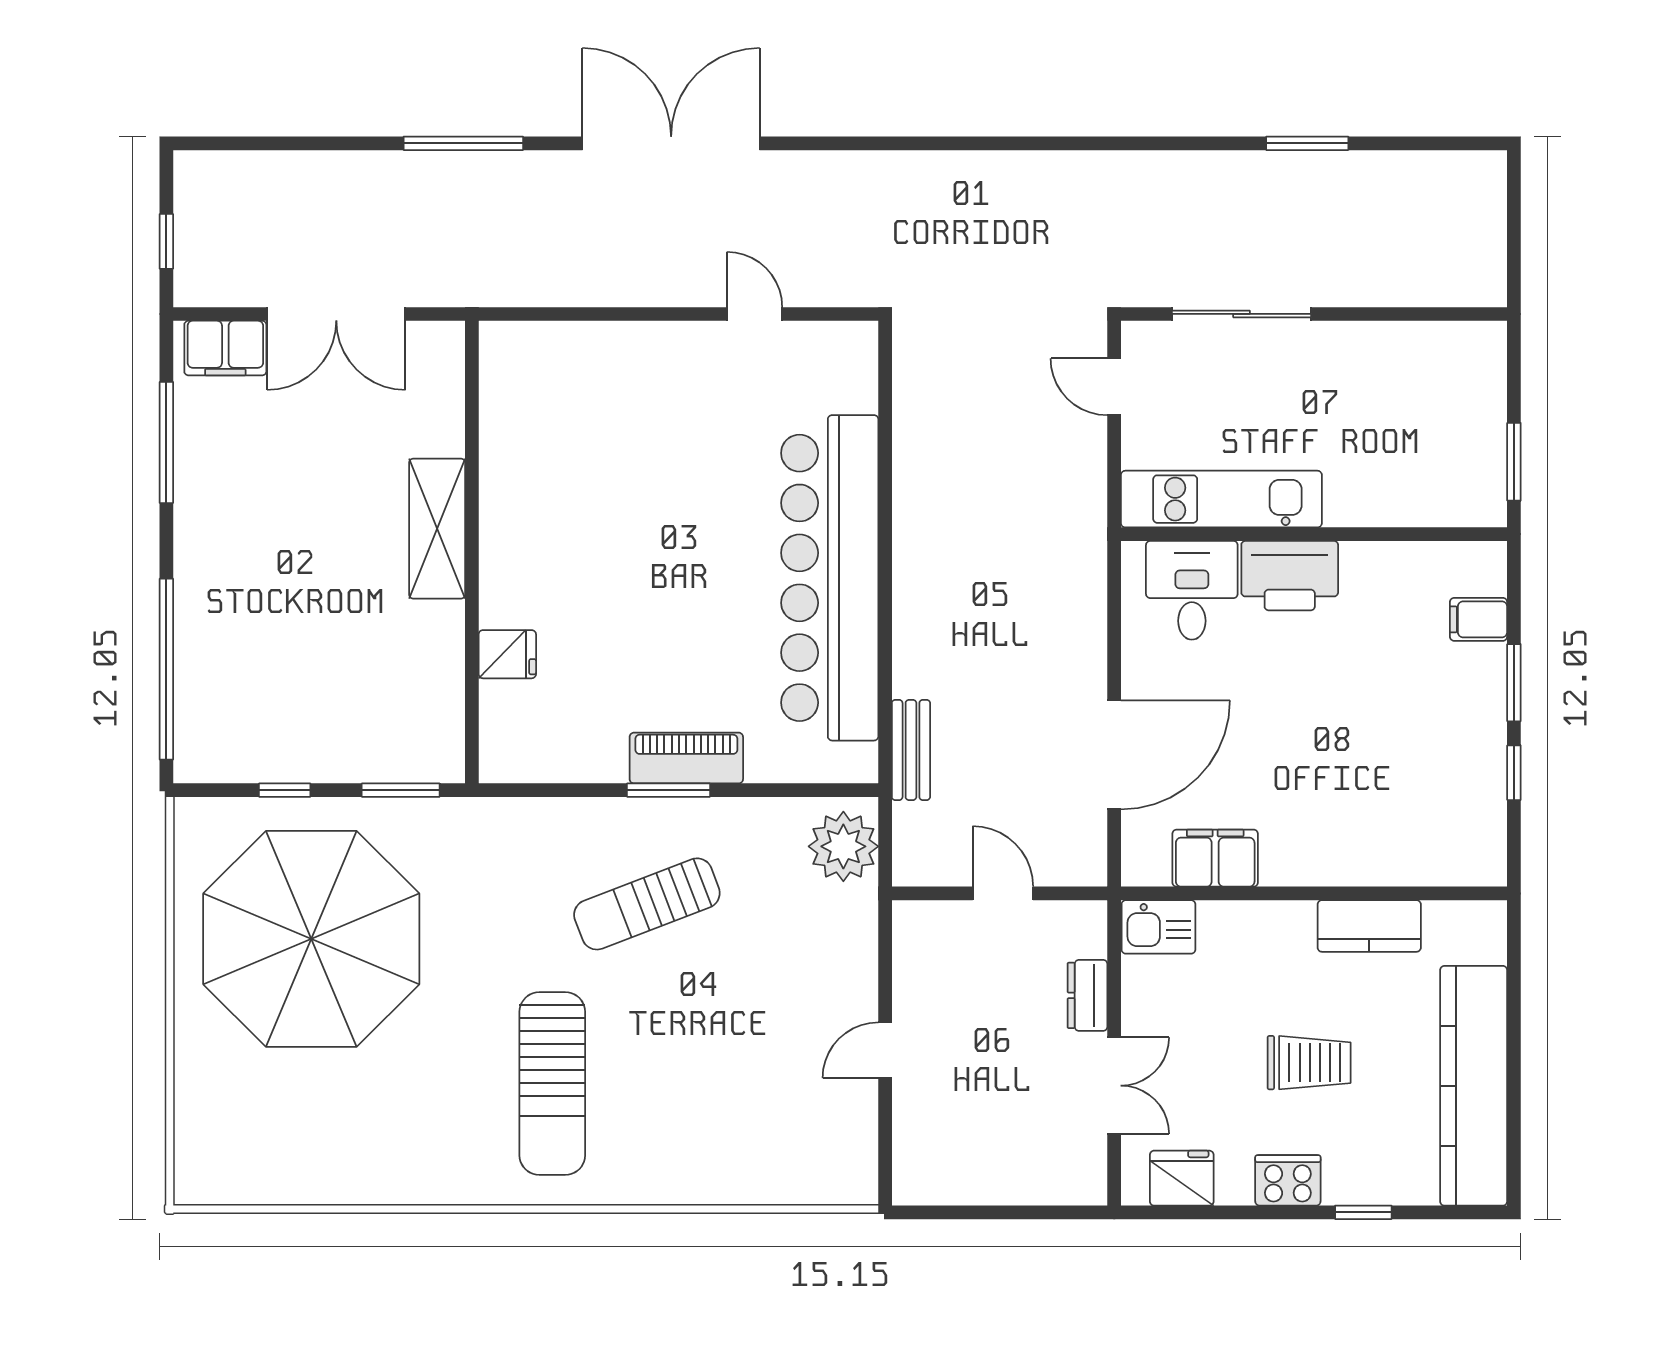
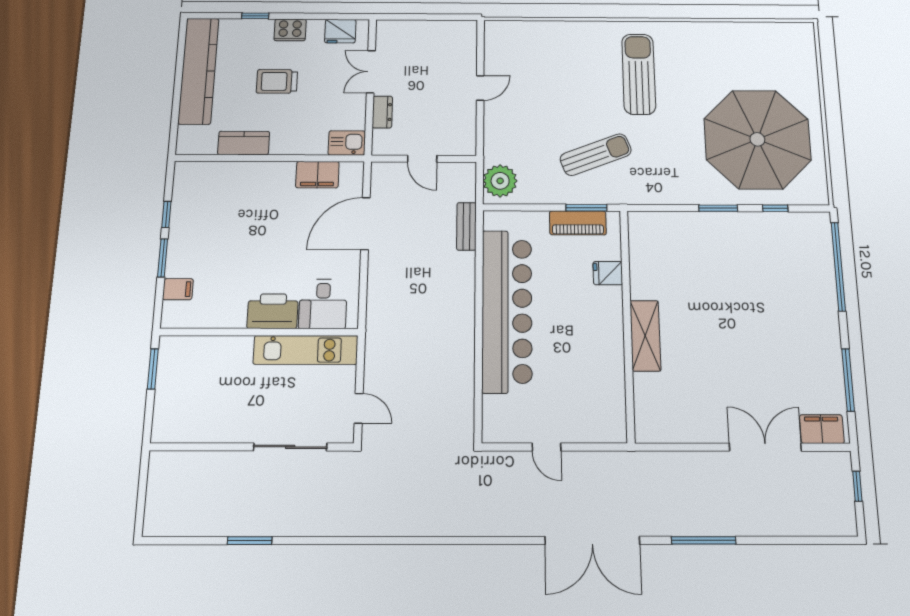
shelving: (437, 529) -> (645, 336), moved
wall: (472, 552) -> (627, 324), moved
fridge: (507, 654) -> (608, 273), moved

